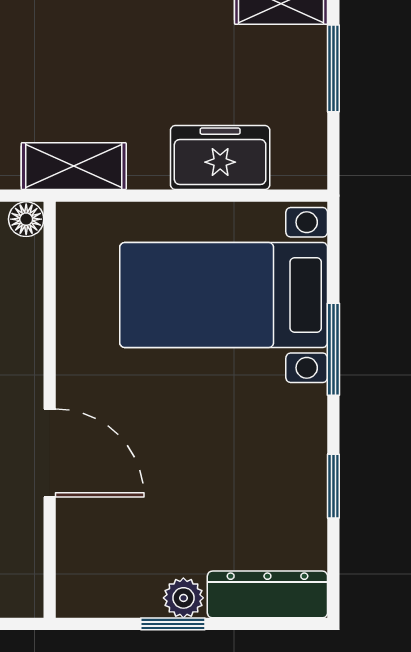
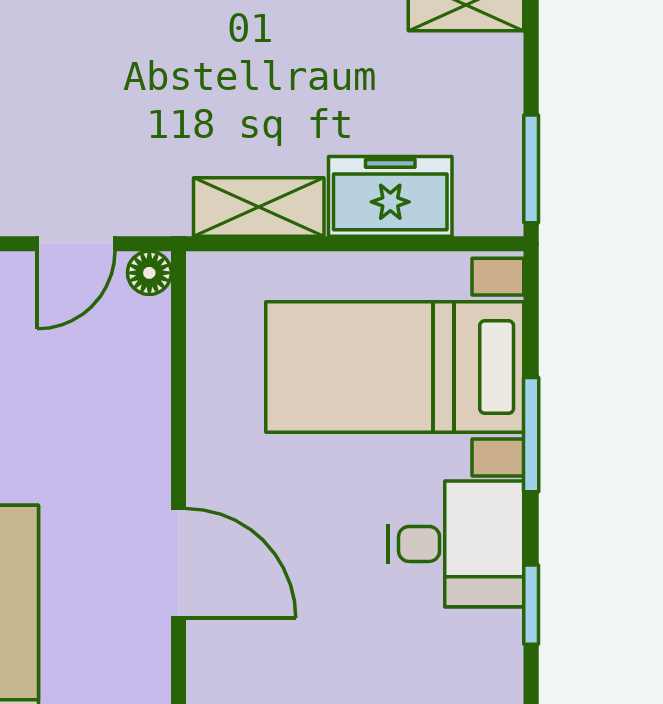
window: (333, 68) -> (531, 169), moved
shelving: (74, 166) -> (259, 207), moved
desk: (273, 437) -> (456, 544), added

